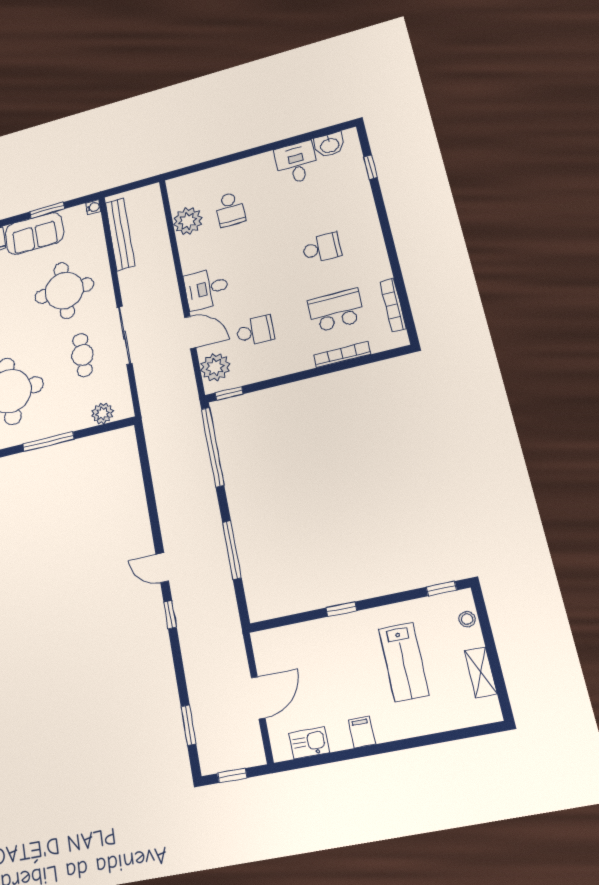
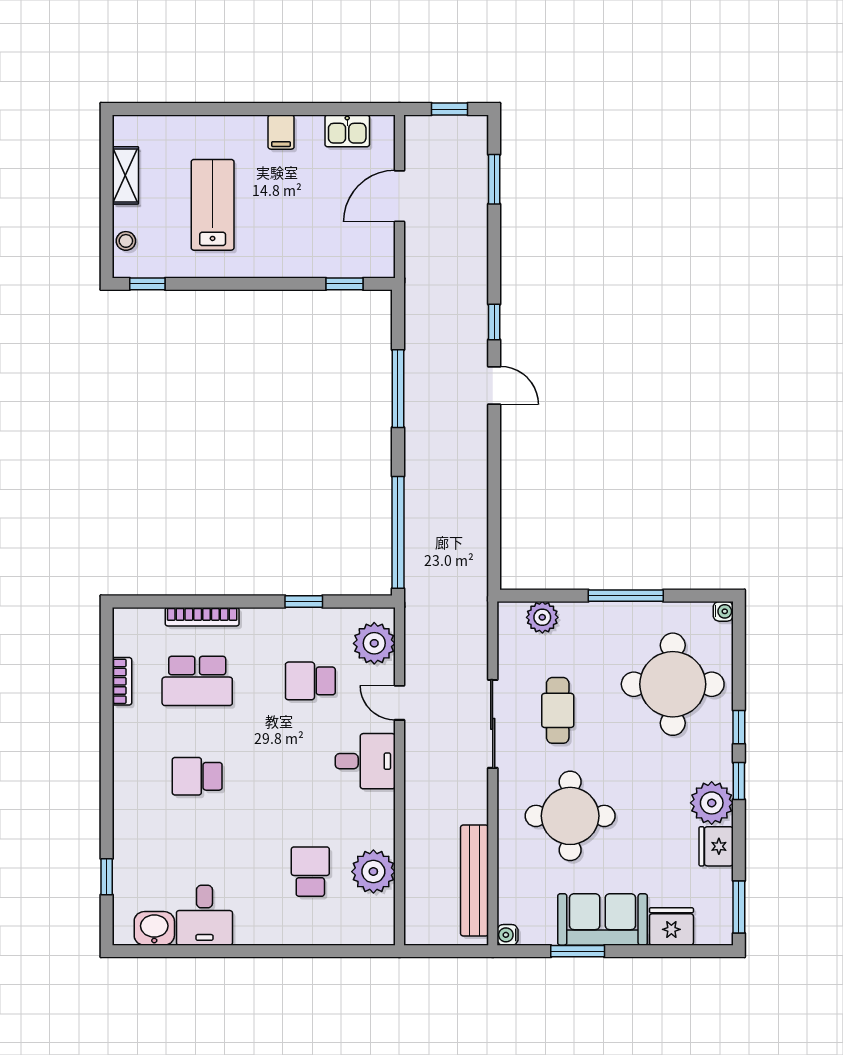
bookcase: (393, 305) -> (122, 681), width x0.64
door: (190, 332) -> (399, 703), width x0.73
window: (229, 393) -> (304, 601), moved
window: (341, 609) -> (345, 284), moved

